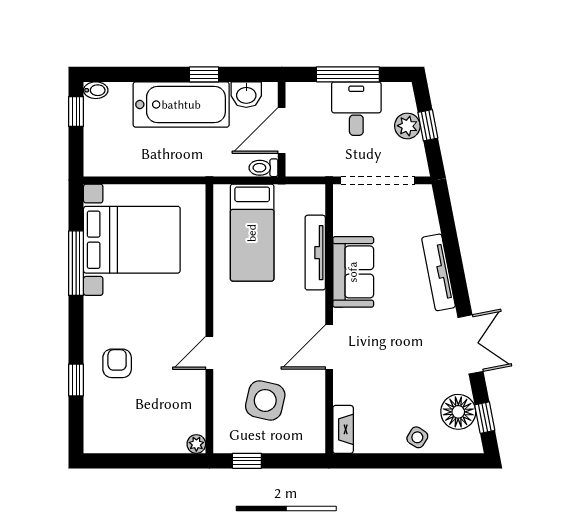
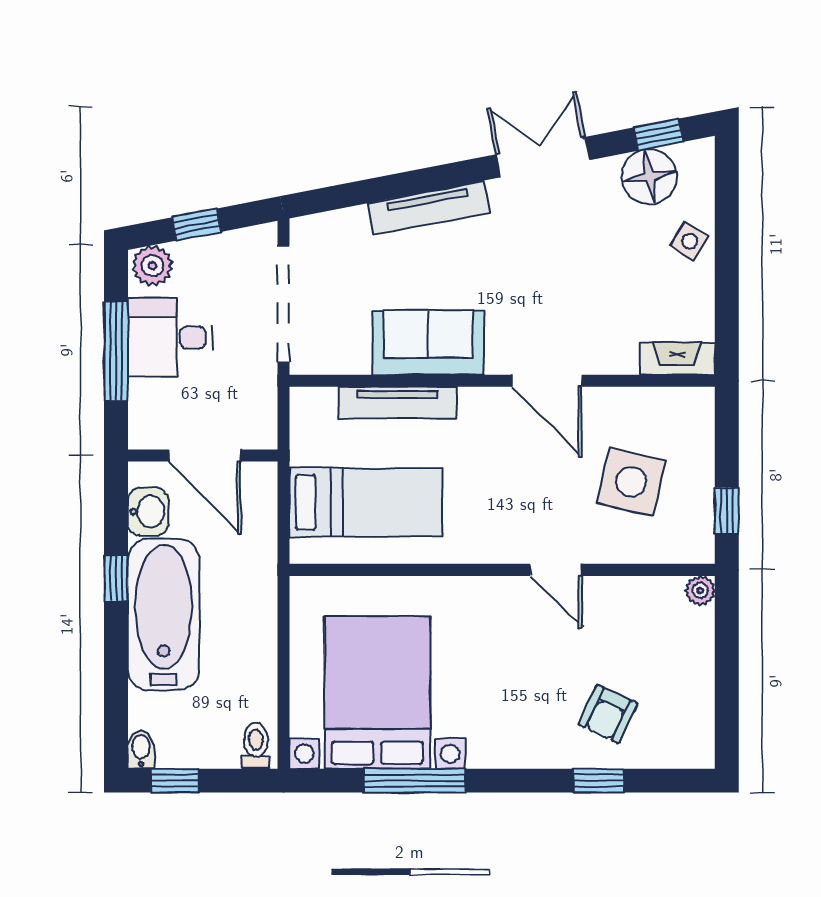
plant: (407, 126) -> (153, 266), moved
toilet: (263, 168) -> (256, 746), moved, turned 180
armchair: (117, 363) -> (608, 714), moved, turned -65

